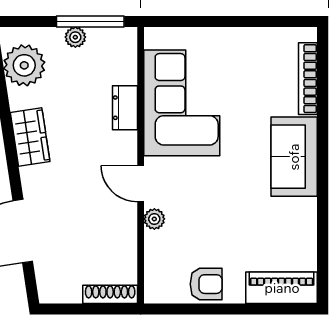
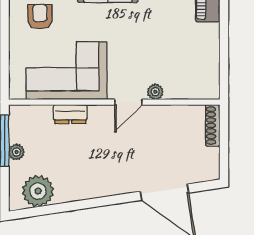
wardrobe: (30, 137) -> (93, 187), removed
armchair: (206, 284) -> (40, 16), moved

